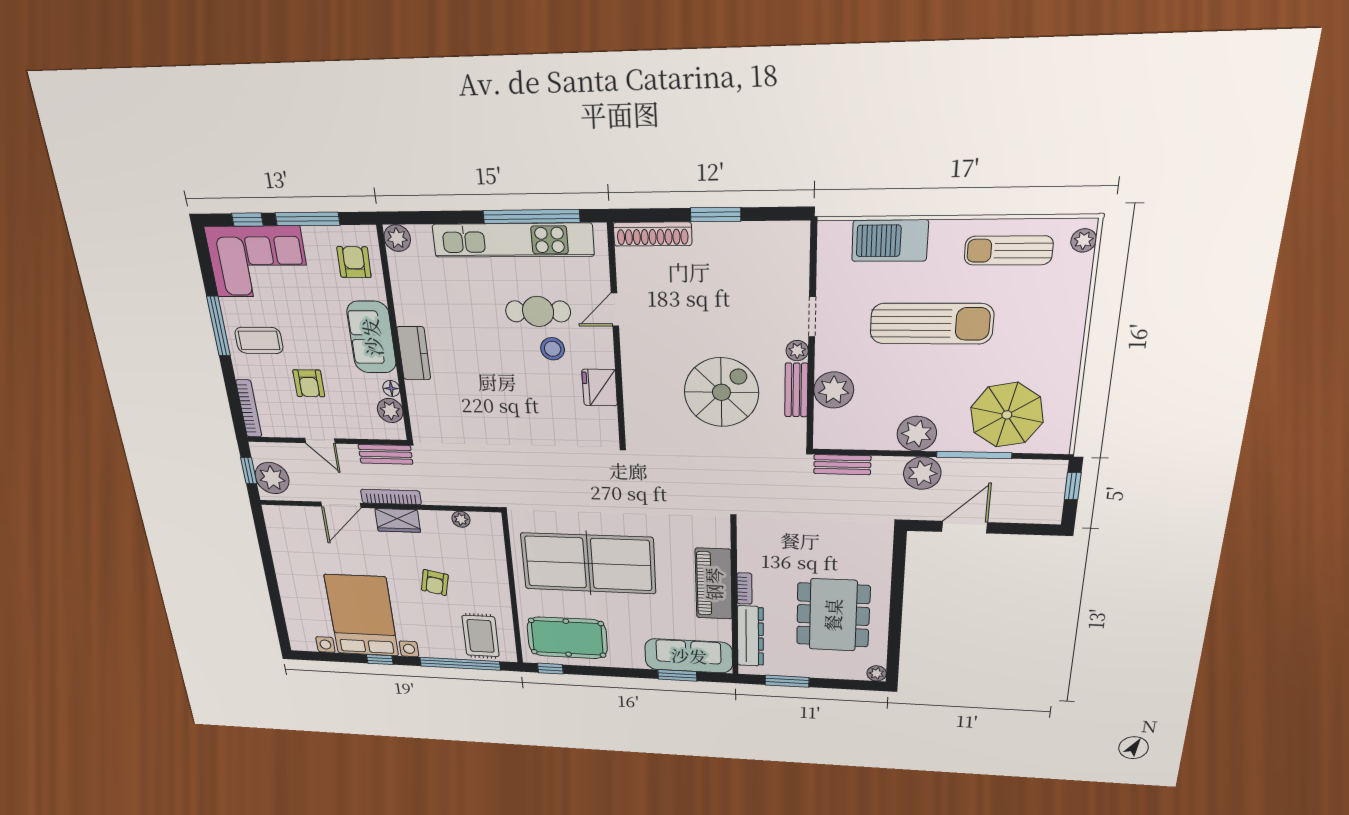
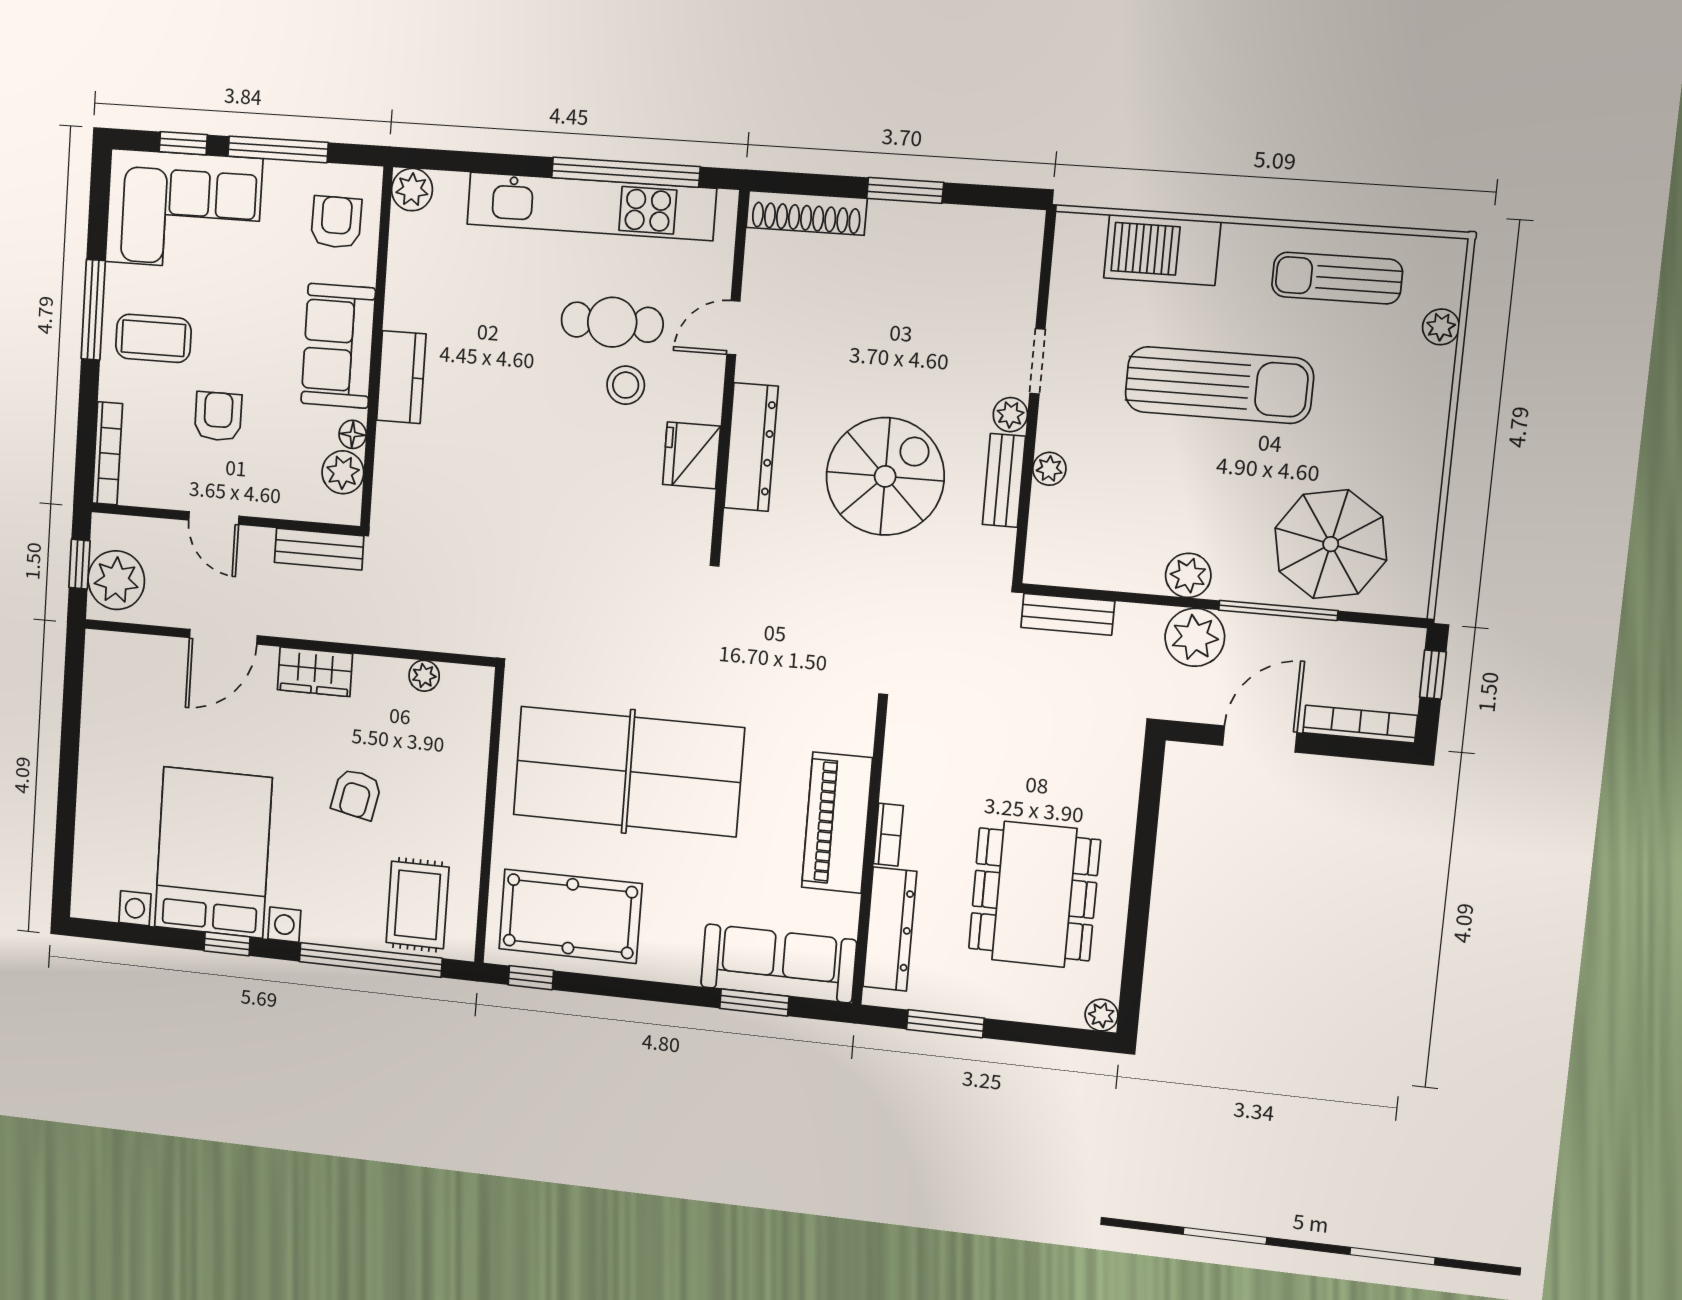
plant: (1084, 240) -> (1441, 327), moved
dresser: (636, 380) -> (751, 447), added
armchair: (309, 383) -> (218, 416), turned 180
plant: (834, 390) -> (1049, 469), width x0.53, depth x0.53
plant: (917, 434) -> (1188, 575), width x0.73, depth x0.73
bookcase: (391, 497) -> (1360, 724), moved

